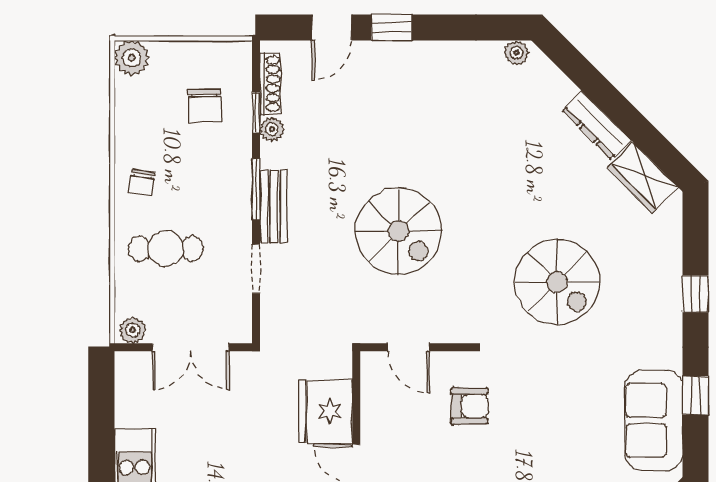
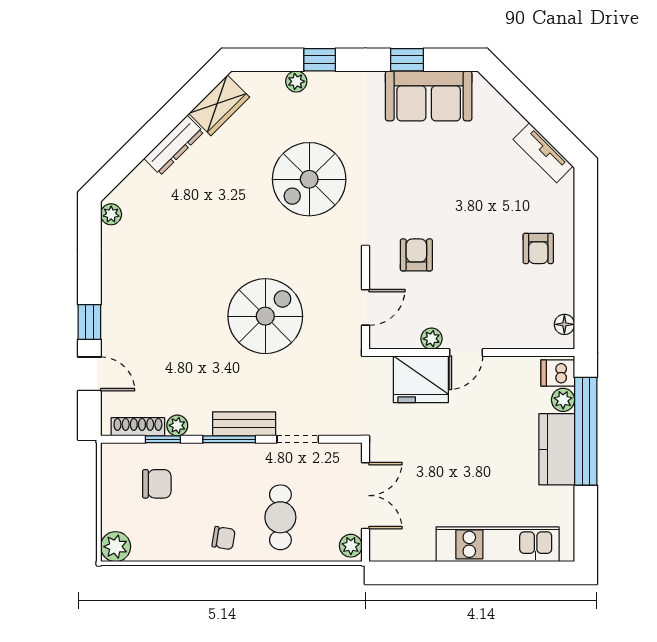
plant: (670, 267) -> (296, 81), added
spiral stairs: (557, 282) -> (309, 179), turned 180
plant: (372, 424) -> (431, 339), added

